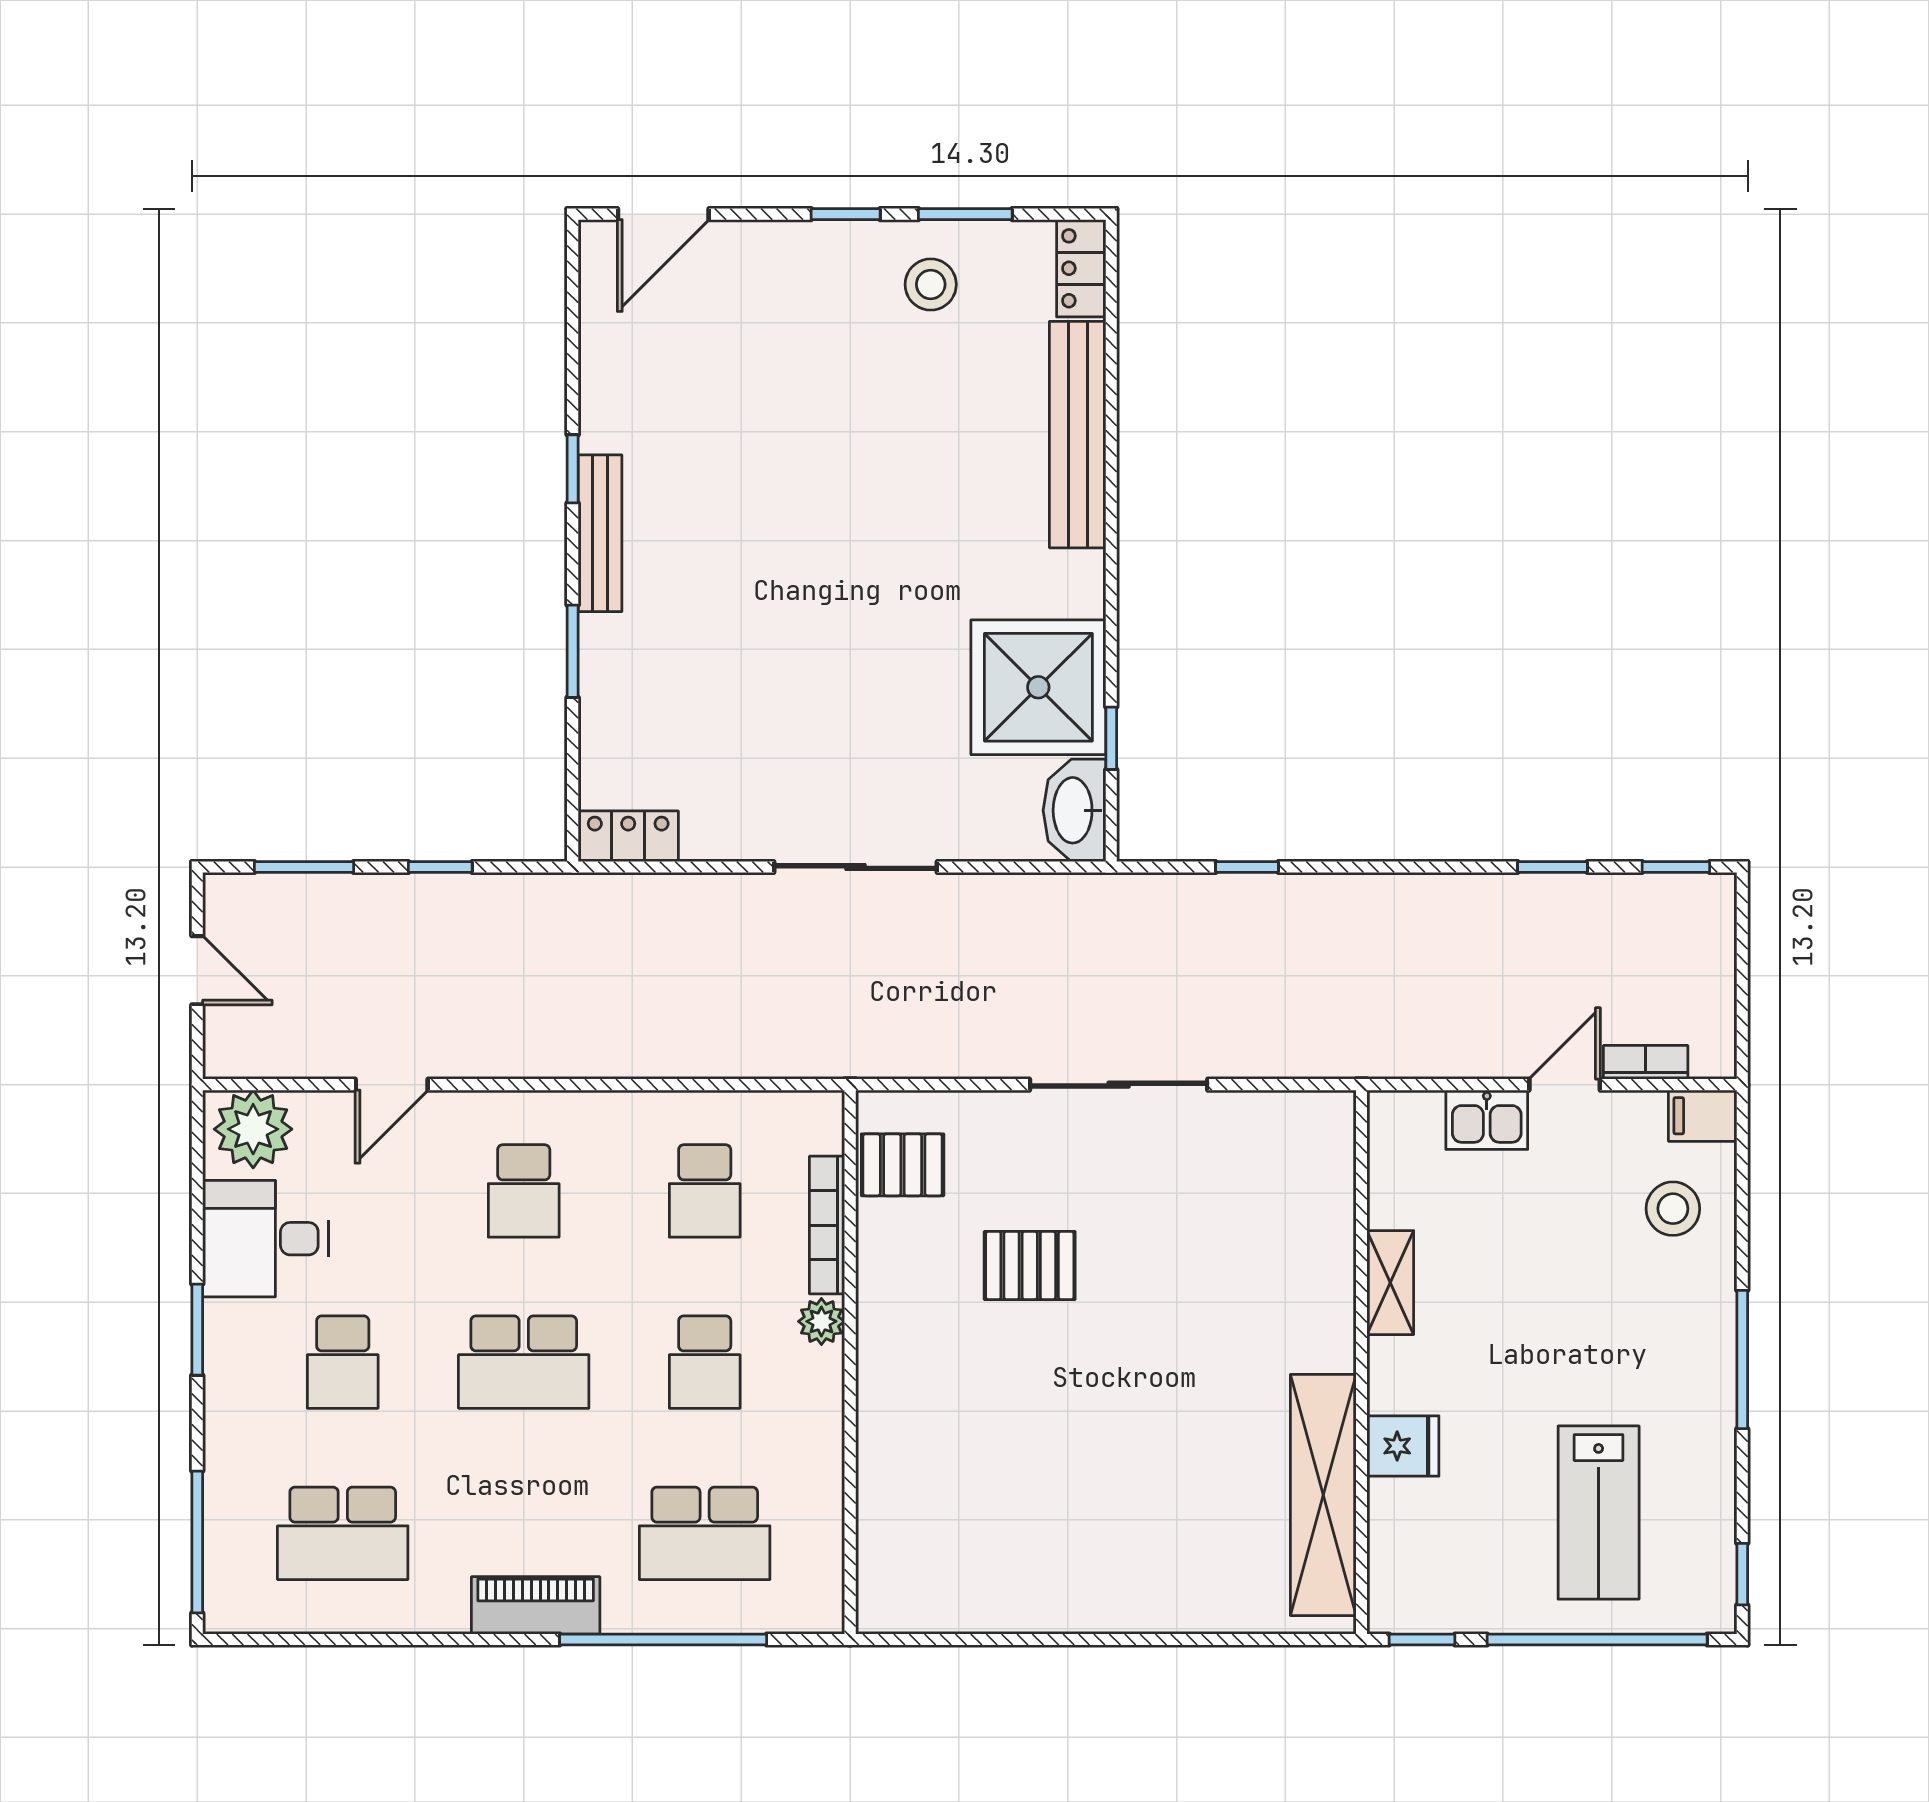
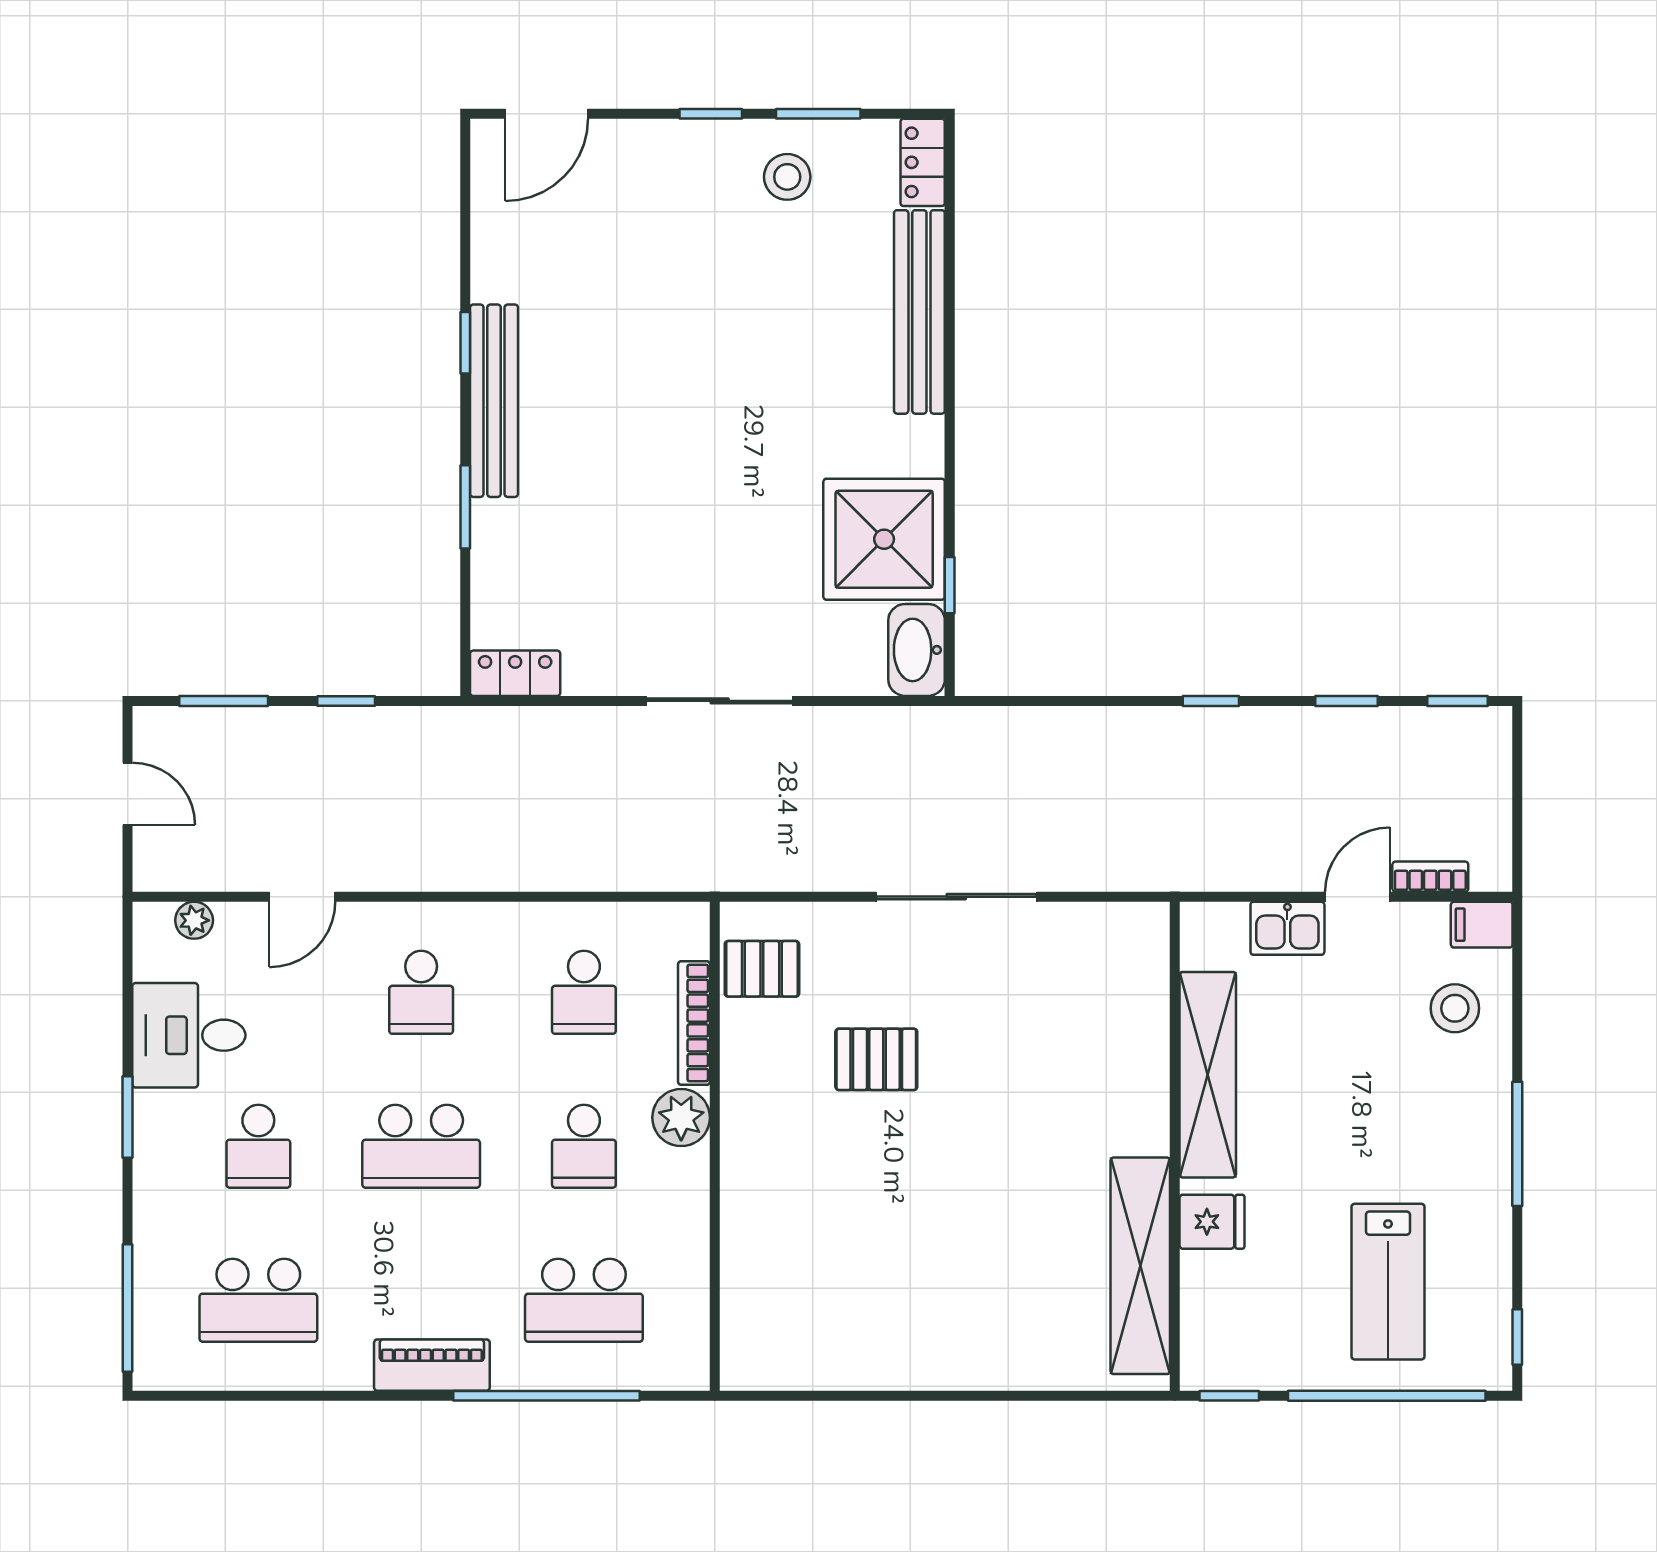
bench: (600, 533) -> (494, 401), width x1.37, depth x1.21
window: (1247, 867) -> (1211, 701), moved
plant: (253, 1129) -> (194, 920), width x0.53, depth x0.53
shelving: (1390, 1283) -> (1208, 1075), width x2.20, depth x1.33
plant: (821, 1321) -> (681, 1118), width x1.38, depth x1.38

